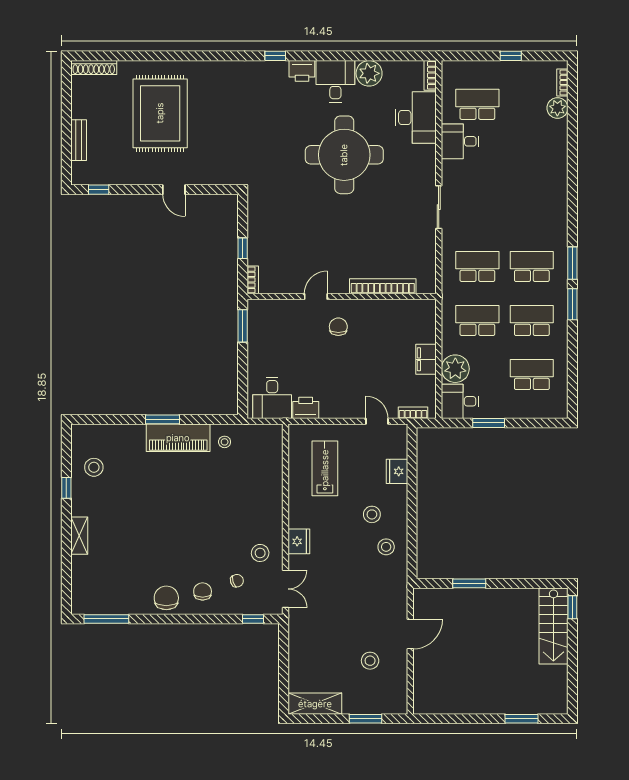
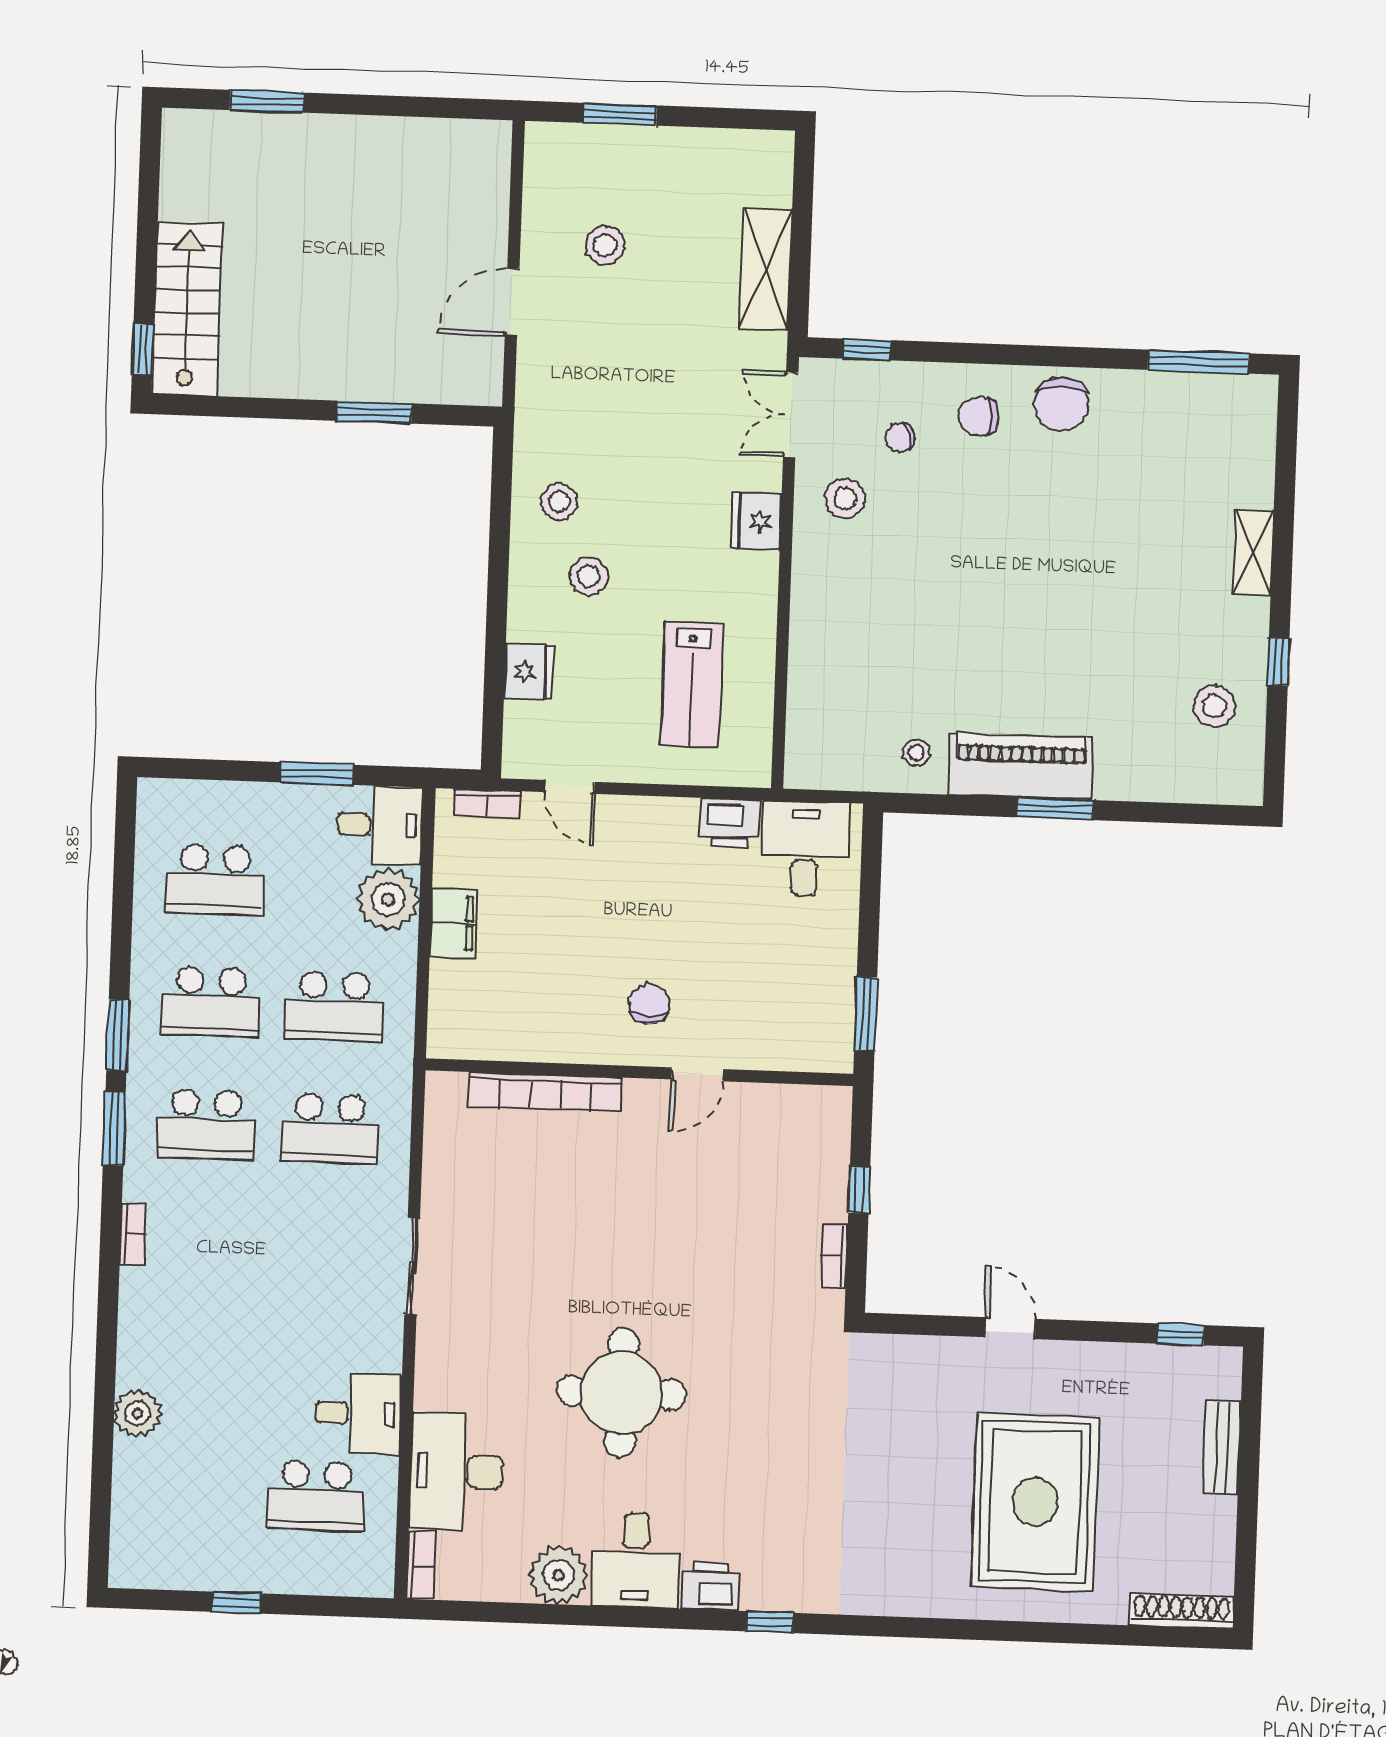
bookcase: (562, 83) -> (133, 1234), moved
plant: (557, 108) -> (138, 1413), moved
round table: (344, 155) -> (622, 1393), width x0.73, depth x0.73
bookcase: (253, 280) -> (834, 1257), moved
chair: (338, 327) -> (649, 1004), turned 180
chair: (203, 591) -> (979, 416), turned 90
shelving: (315, 704) -> (766, 269), moved, turned 90

